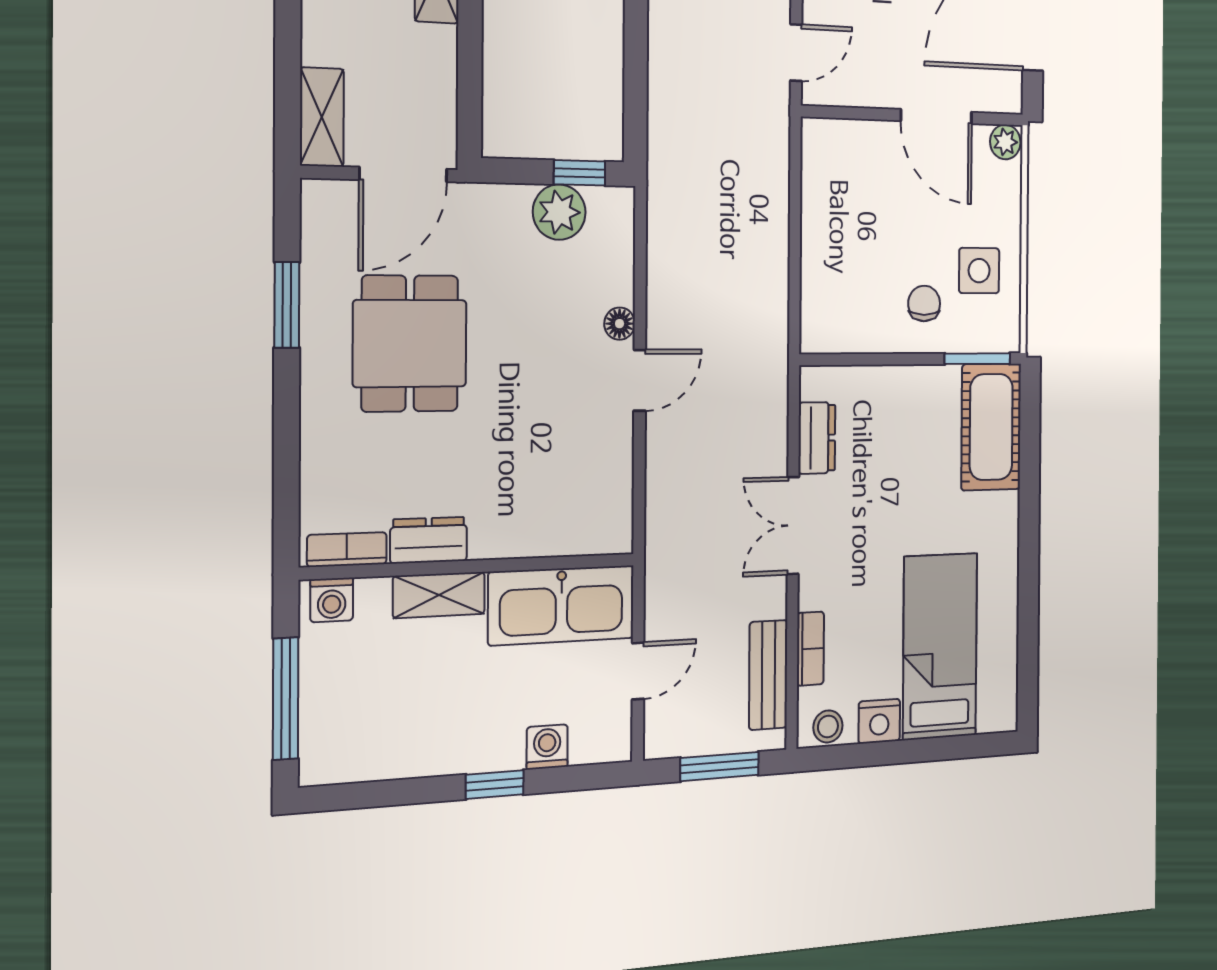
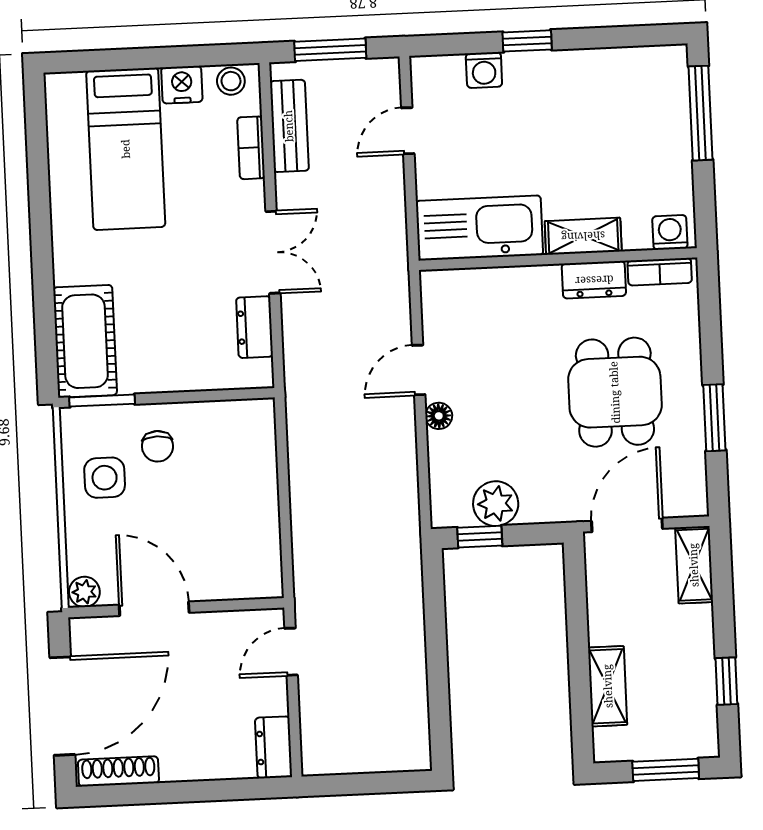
dresser: (429, 540) -> (594, 280), moved
bookcase: (347, 550) -> (660, 272), moved
wall: (471, 566) -> (558, 259), moved
shelving: (439, 595) -> (583, 236), moved
washing machine: (332, 600) -> (670, 232), moved
kitchen sink: (562, 605) -> (479, 228), moved

